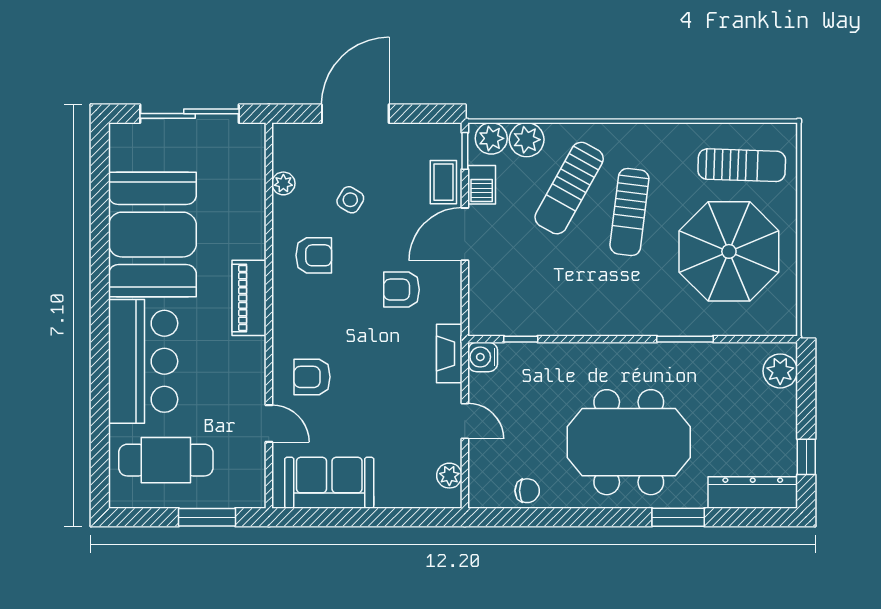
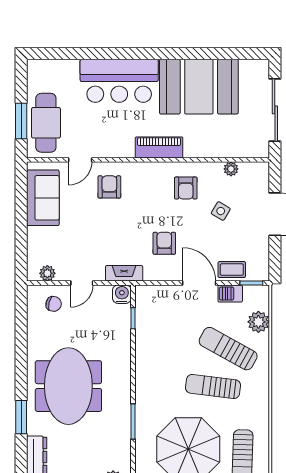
plant: (491, 138) -> (259, 300), removed
cafe table: (166, 460) -> (46, 123), moved
chair: (527, 491) -> (54, 304), moved, turned -76

